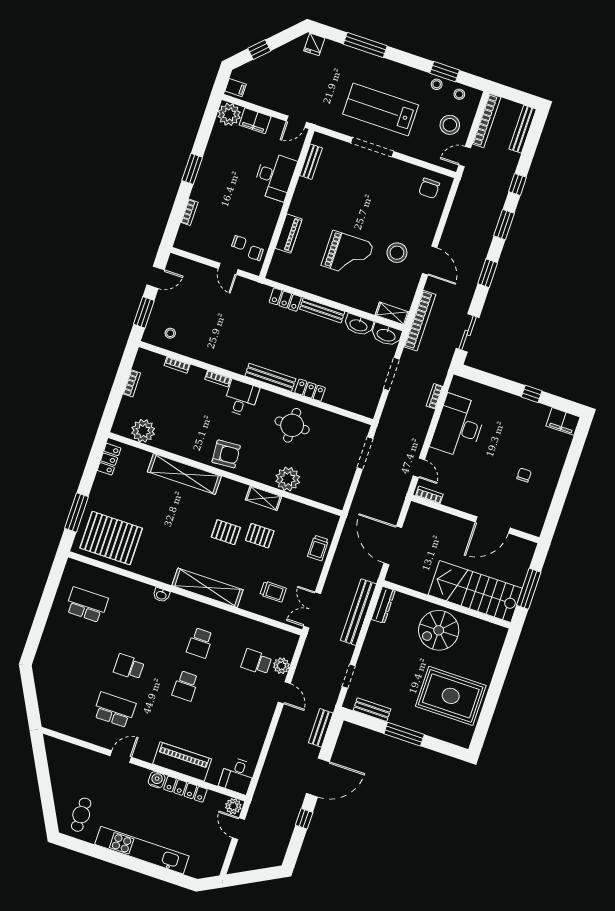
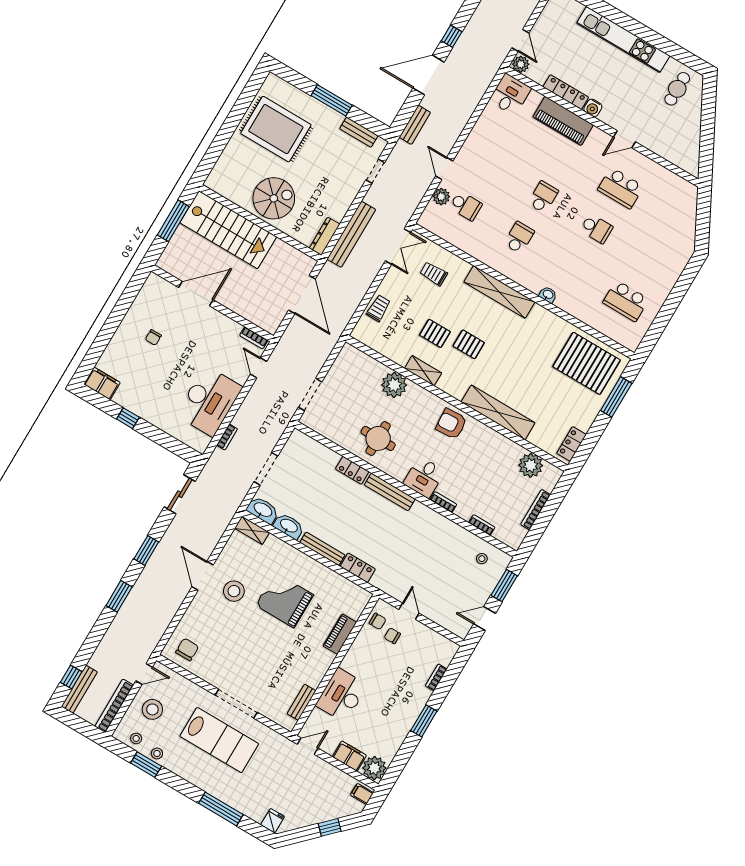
window: (518, 184) -> (71, 677), moved
bookcase: (420, 321) -> (225, 517), removed
bookcase: (132, 383) -> (536, 510), width x1.56

